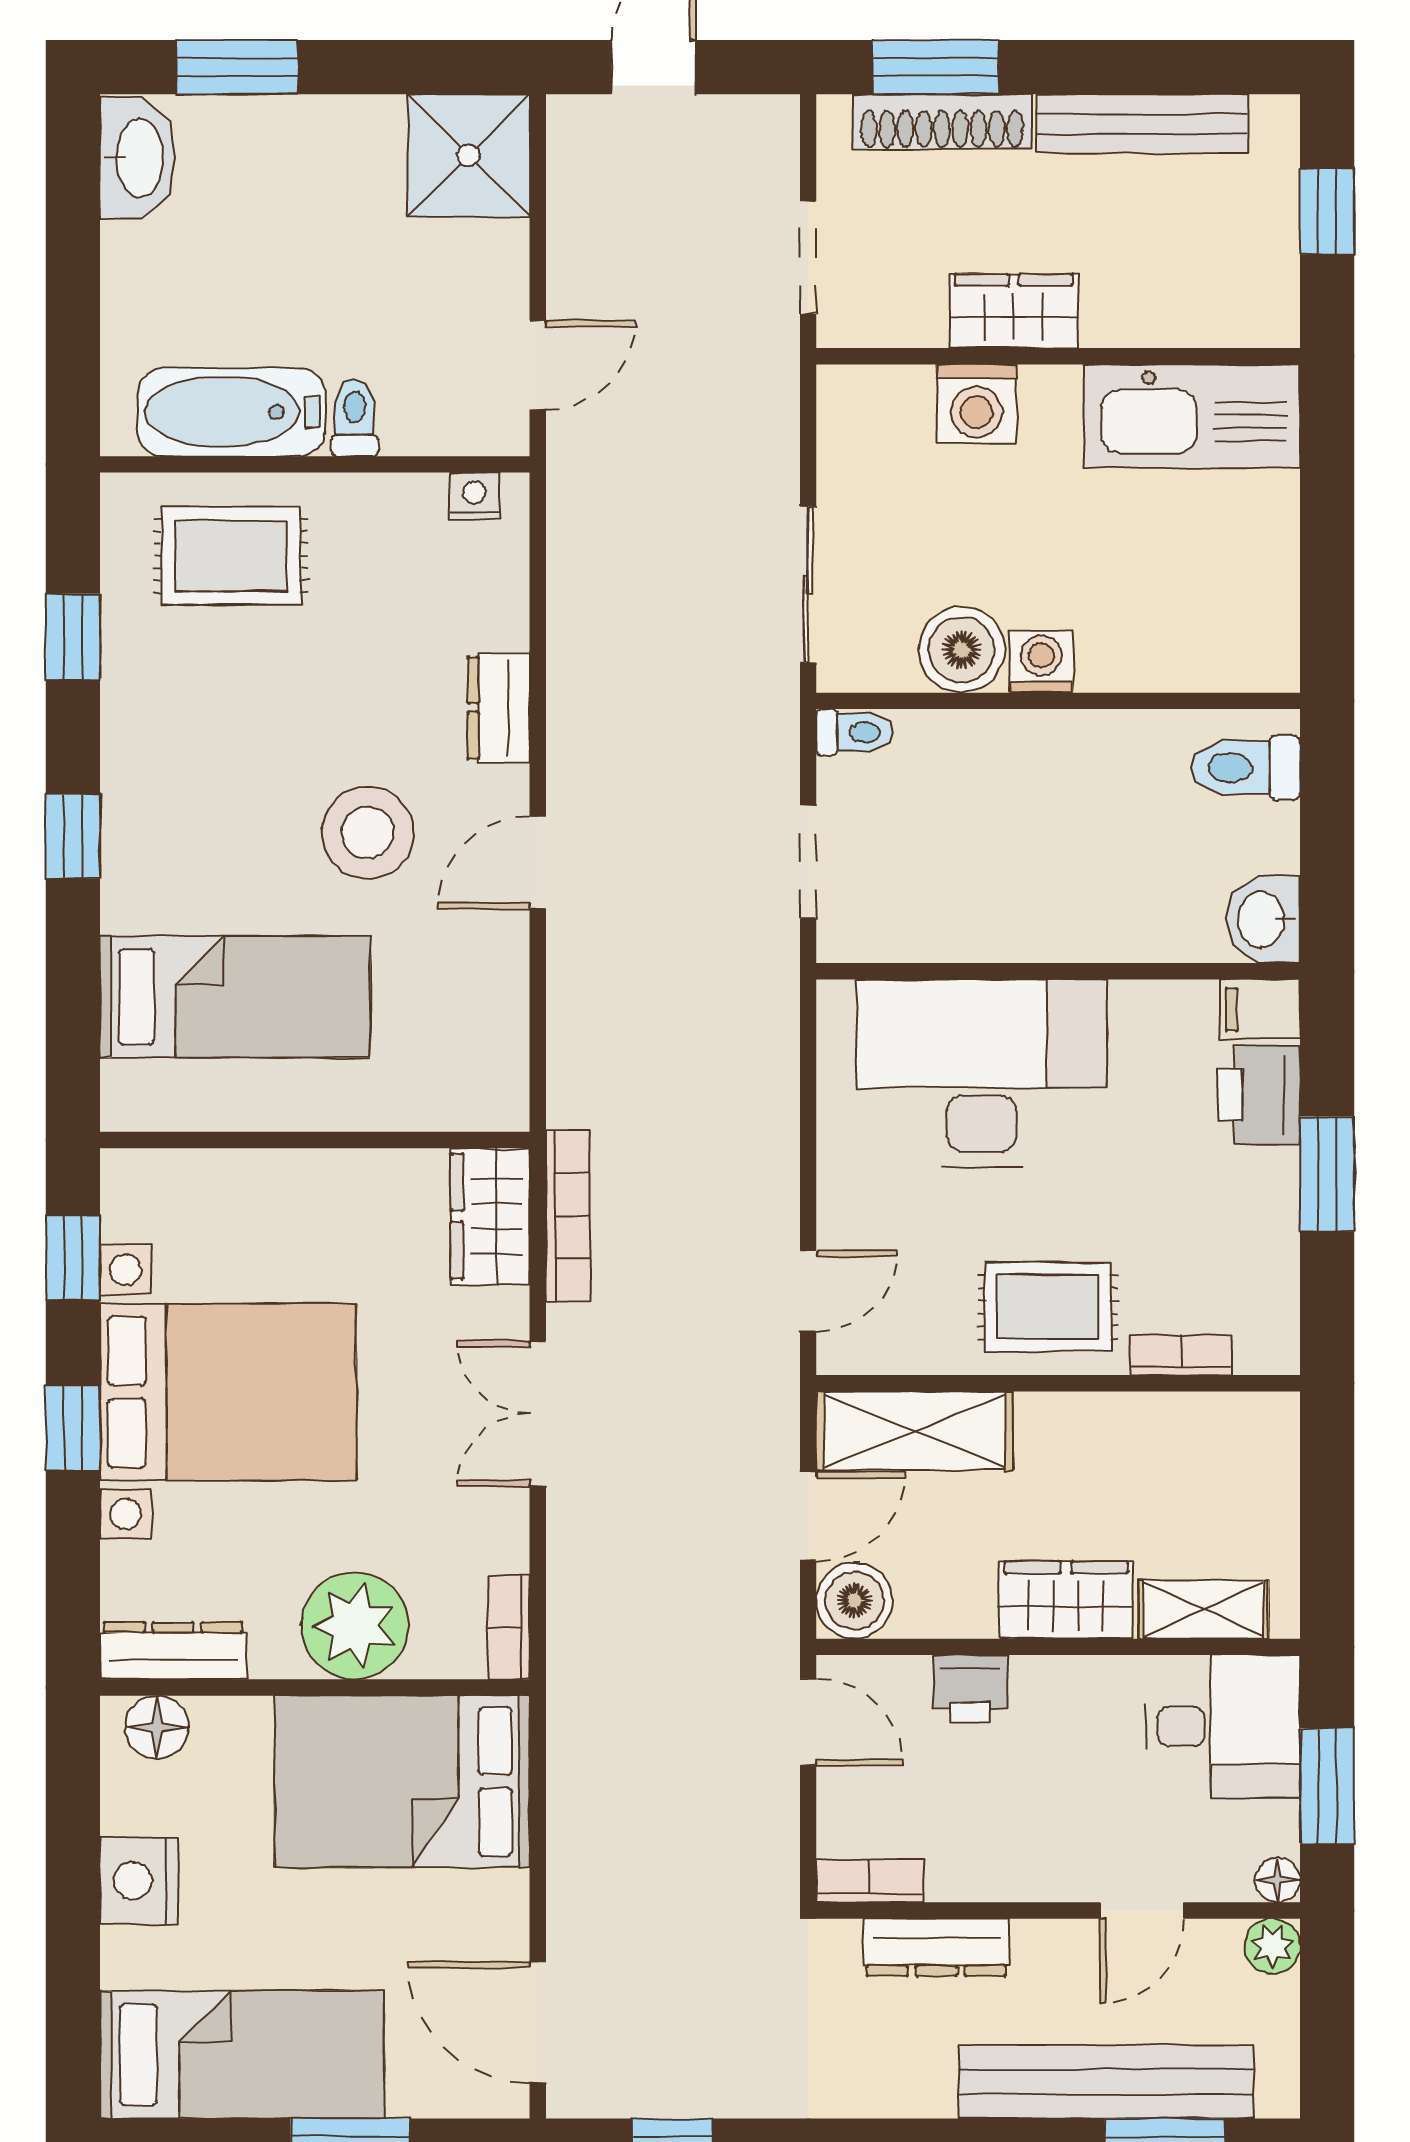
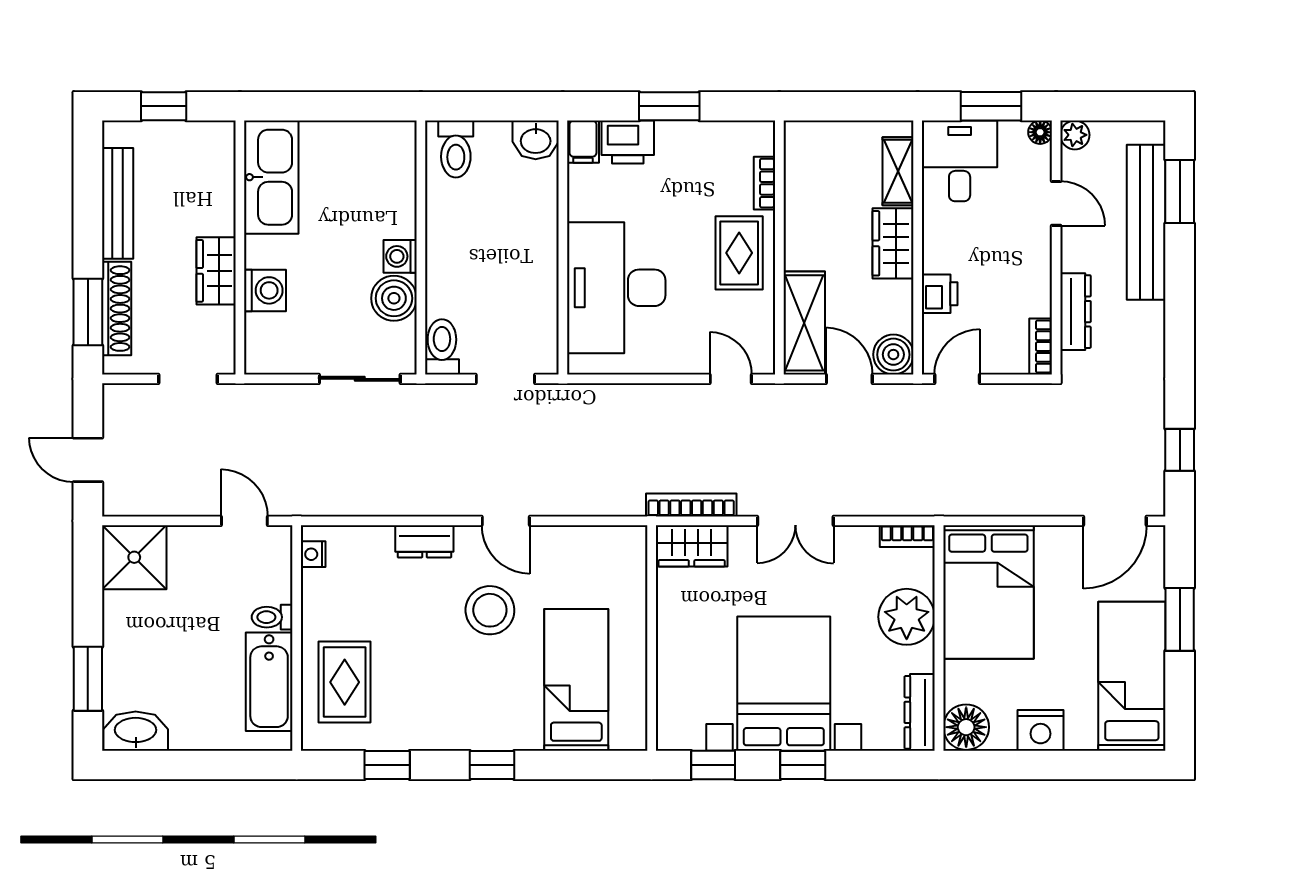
toilet: (854, 732) -> (442, 347), width x1.37, depth x1.39
floor lamp: (157, 1727) -> (966, 727), width x1.38, depth x1.38

